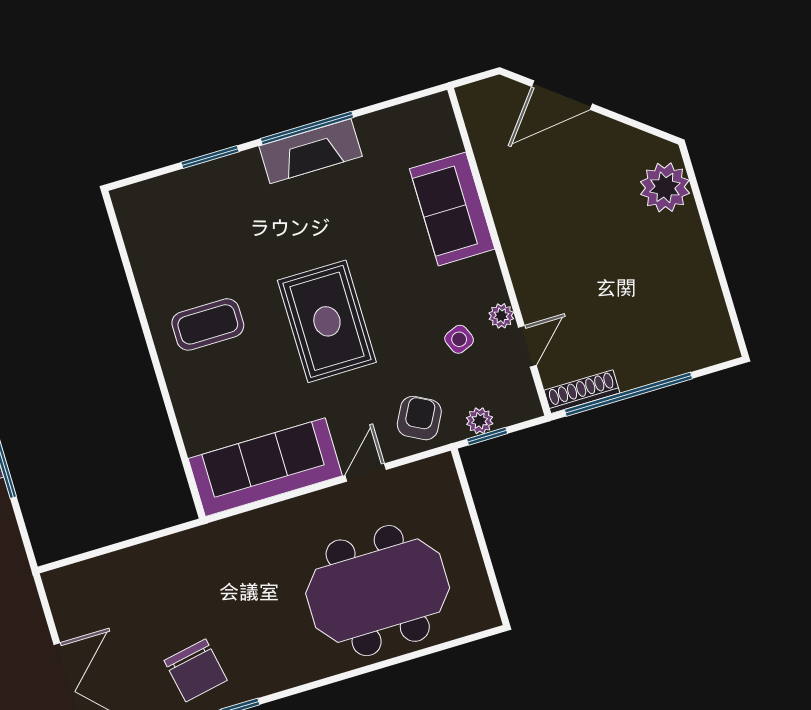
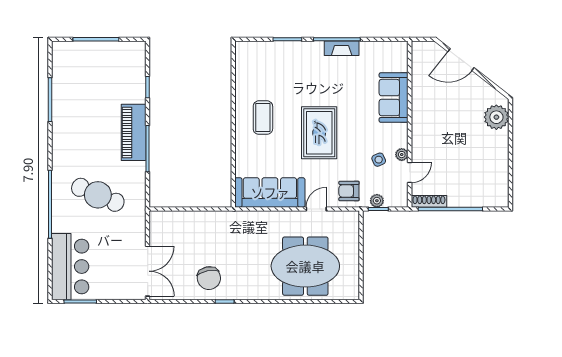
fireplace: (311, 151) -> (342, 48), width x0.73, depth x0.76
coffee table: (208, 324) -> (263, 118), turned 90
armchair: (419, 418) -> (349, 191), turned -118

